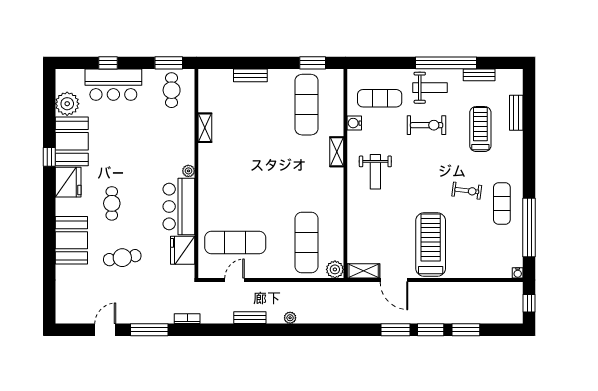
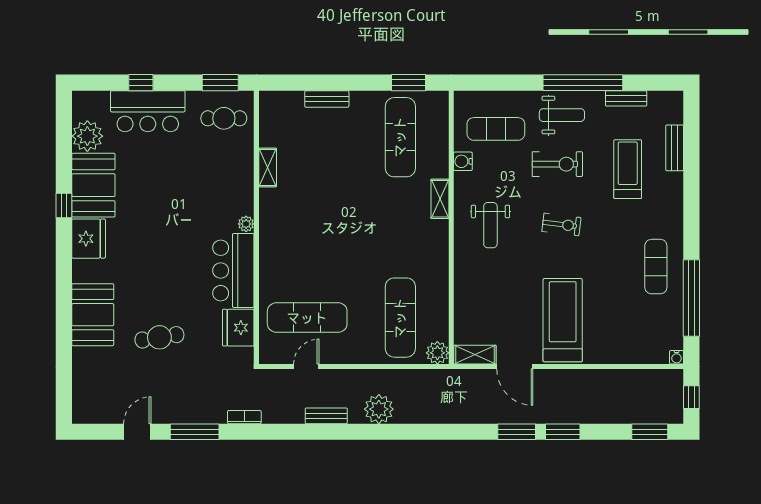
cafe table: (172, 90) -> (224, 118), turned 90
exercise bike: (467, 191) -> (561, 224), moved
cafe table: (112, 203) -> (146, 266), removed
plant: (290, 318) -> (379, 409), width x1.88, depth x1.88
window: (466, 330) -> (650, 432), moved

